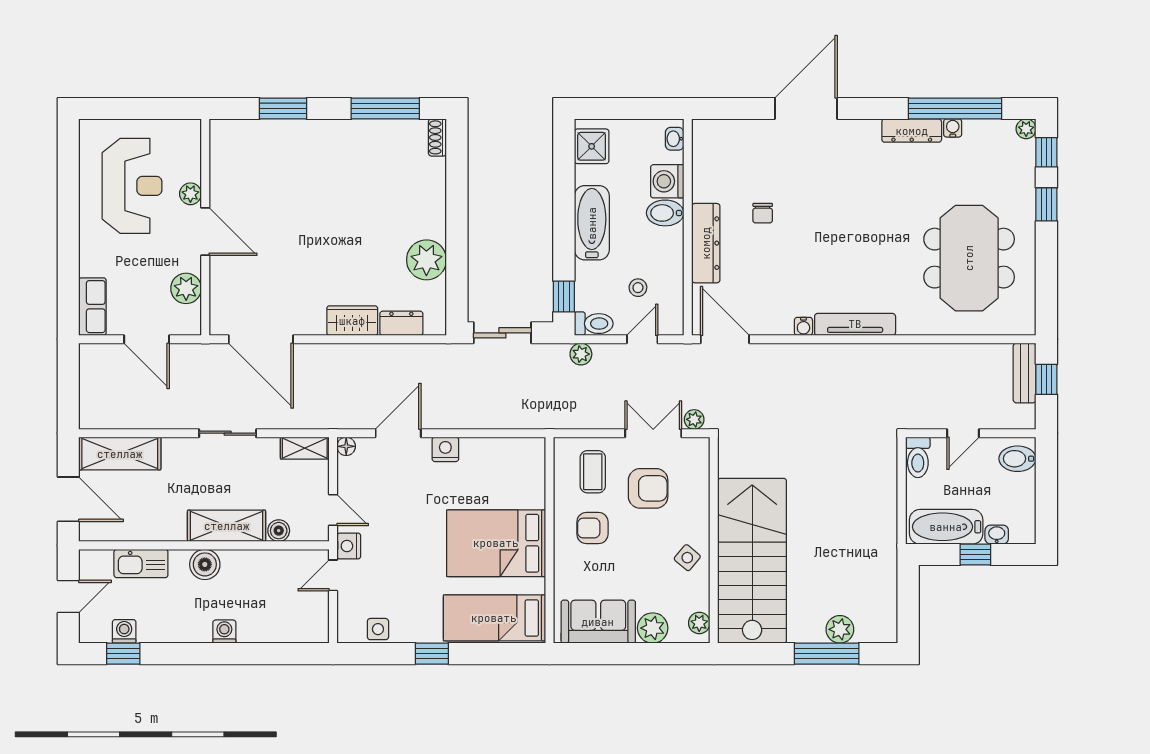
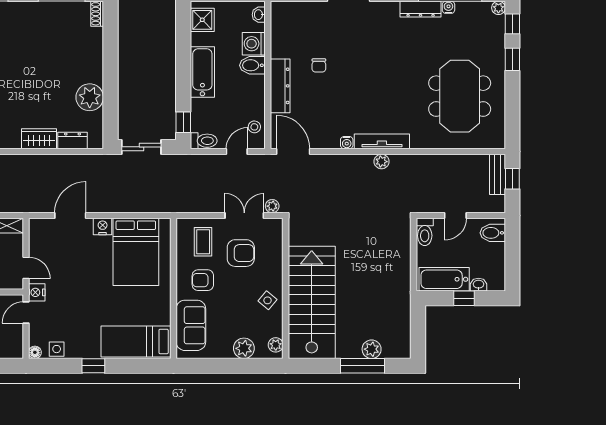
stool: (638, 288) -> (254, 127), moved
plant: (581, 354) -> (382, 162), moved
floor lamp: (346, 446) -> (35, 352), moved
bed: (496, 543) -> (136, 252), moved, turned -90
sofa: (598, 622) -> (191, 325), moved, turned 90

